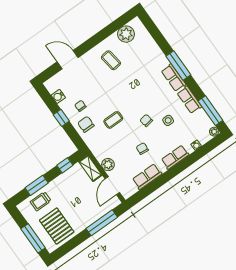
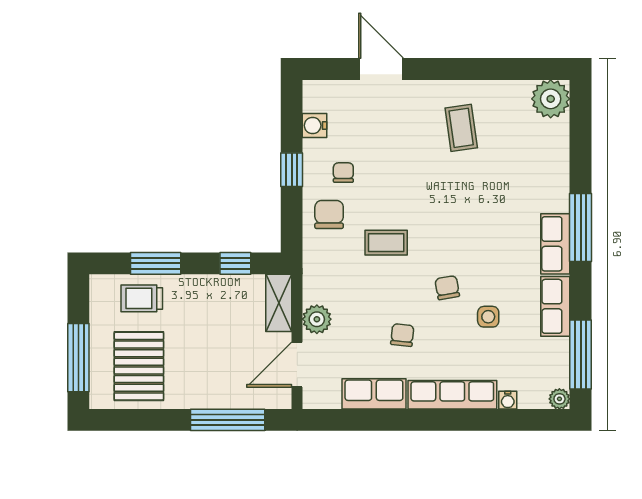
plant: (126, 34) -> (551, 99), moved
row of seats: (175, 157) -> (452, 395), width x1.48

